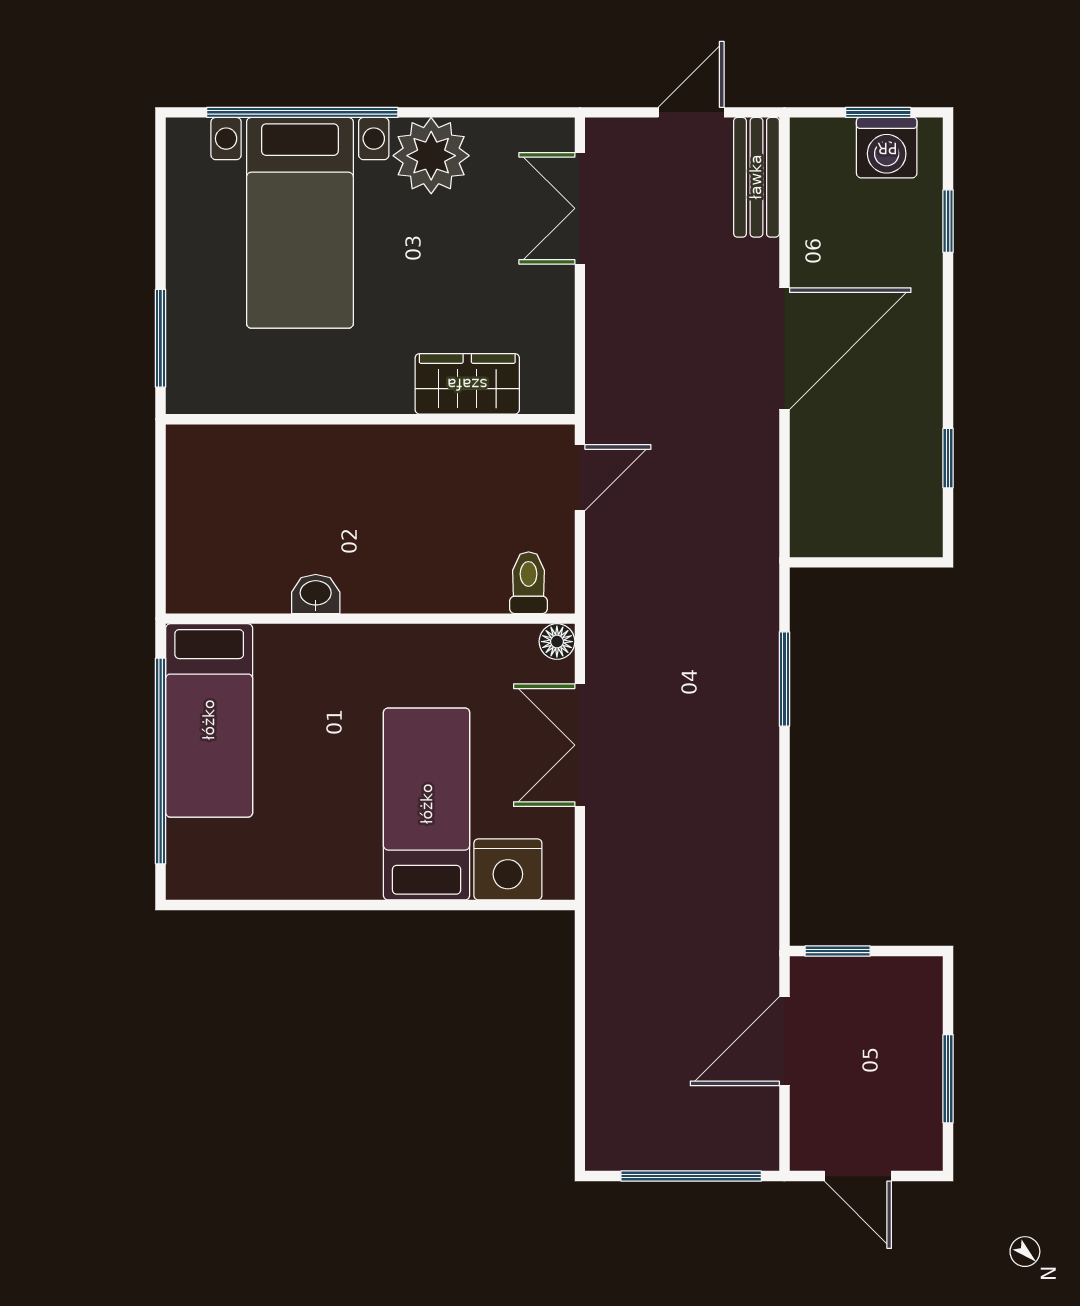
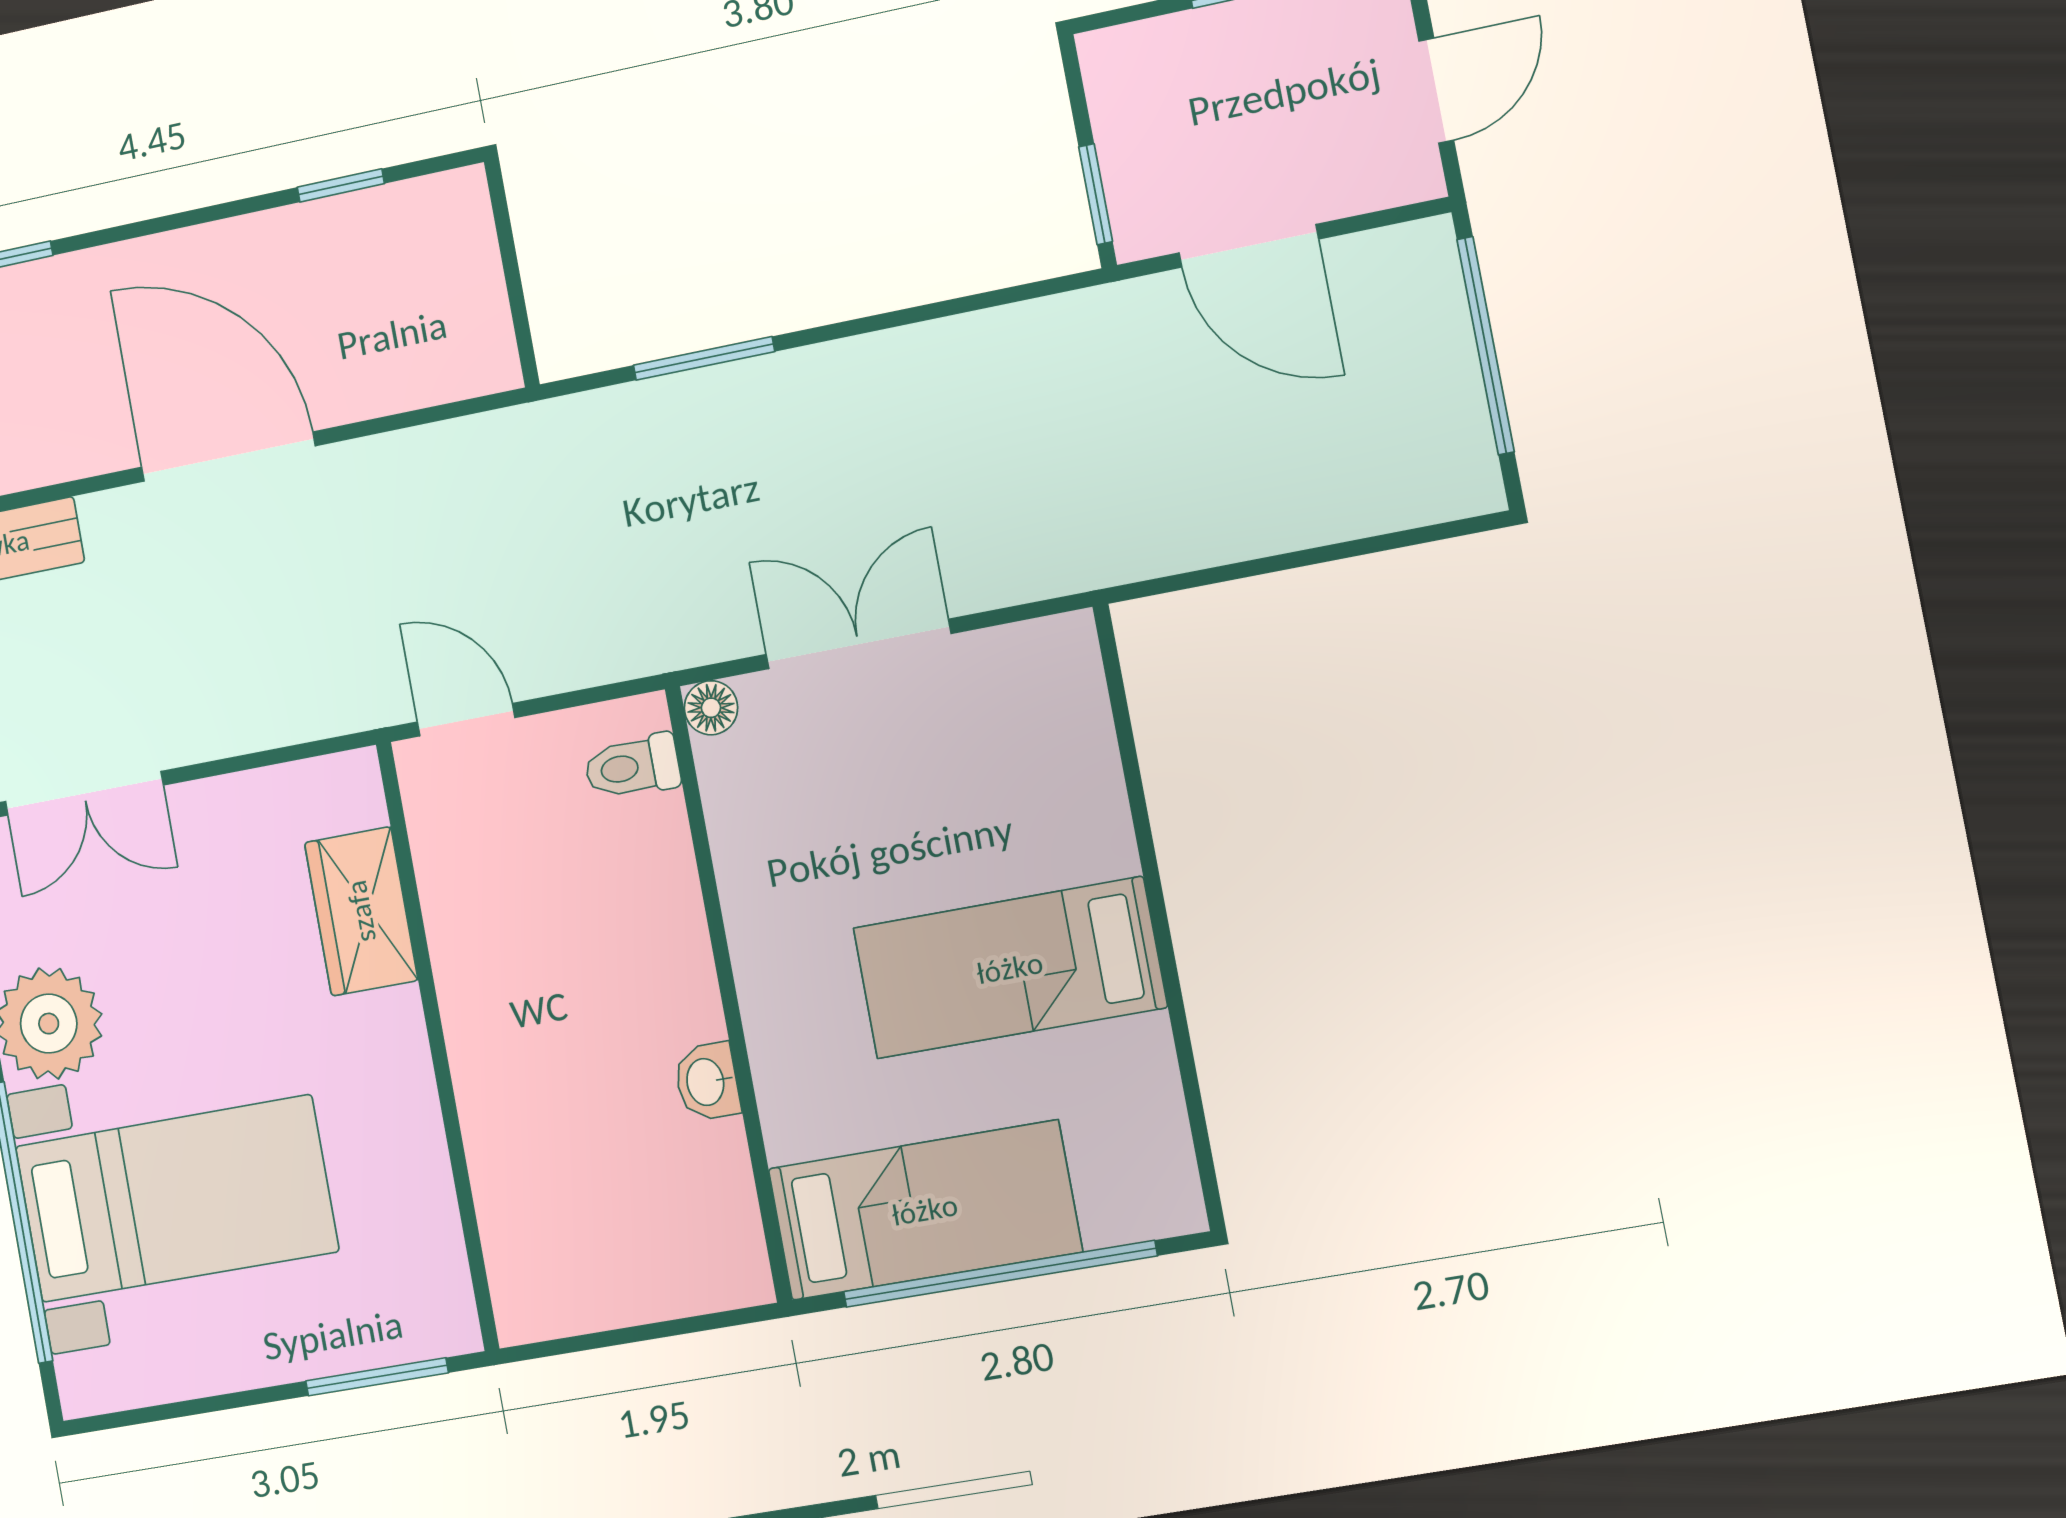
double door: (580, 745) -> (858, 644), swing flipped
bed: (427, 804) -> (1010, 968), moved
nightstand: (508, 869) -> (1065, 717), removed

